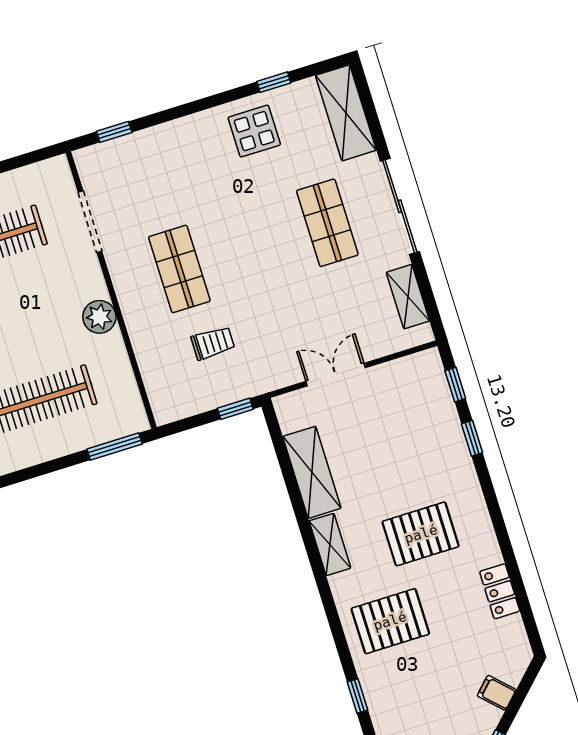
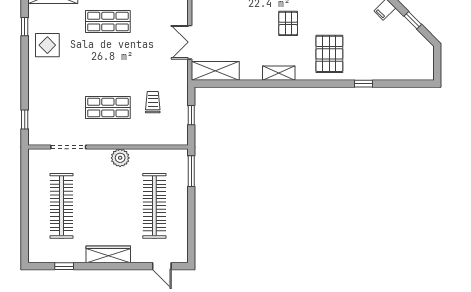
window: (235, 409) -> (191, 115), moved
shelving: (312, 472) -> (215, 71), moved
pallet: (421, 534) -> (288, 23), width x0.67, depth x0.71

